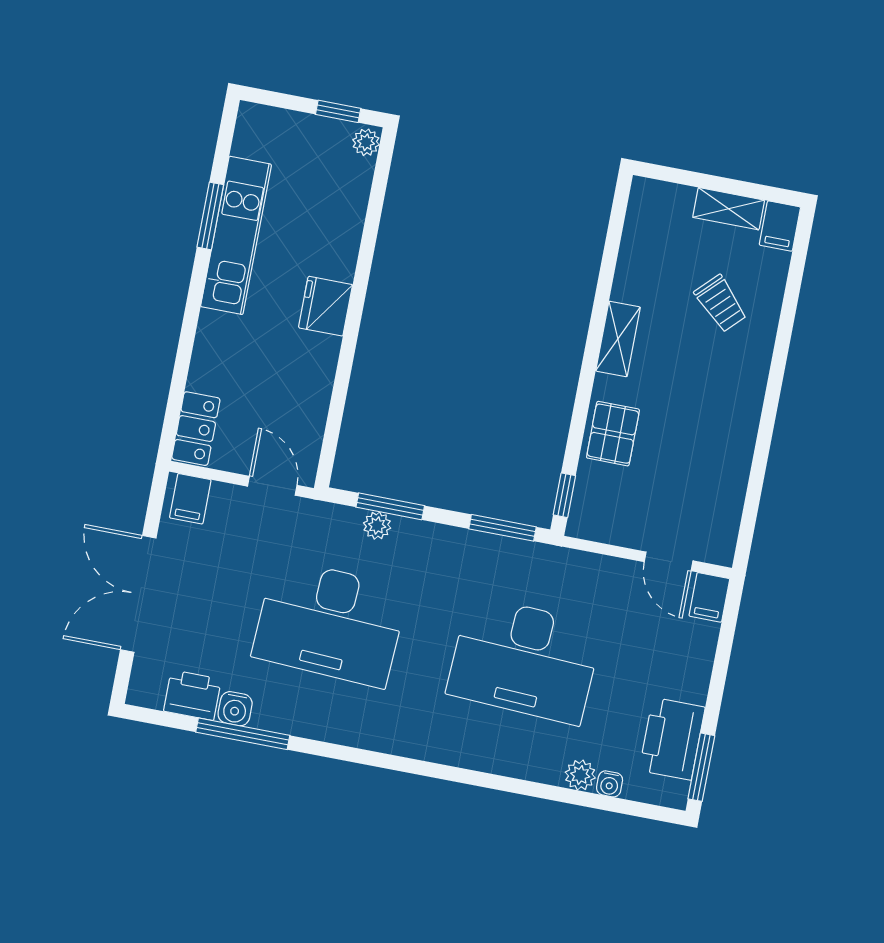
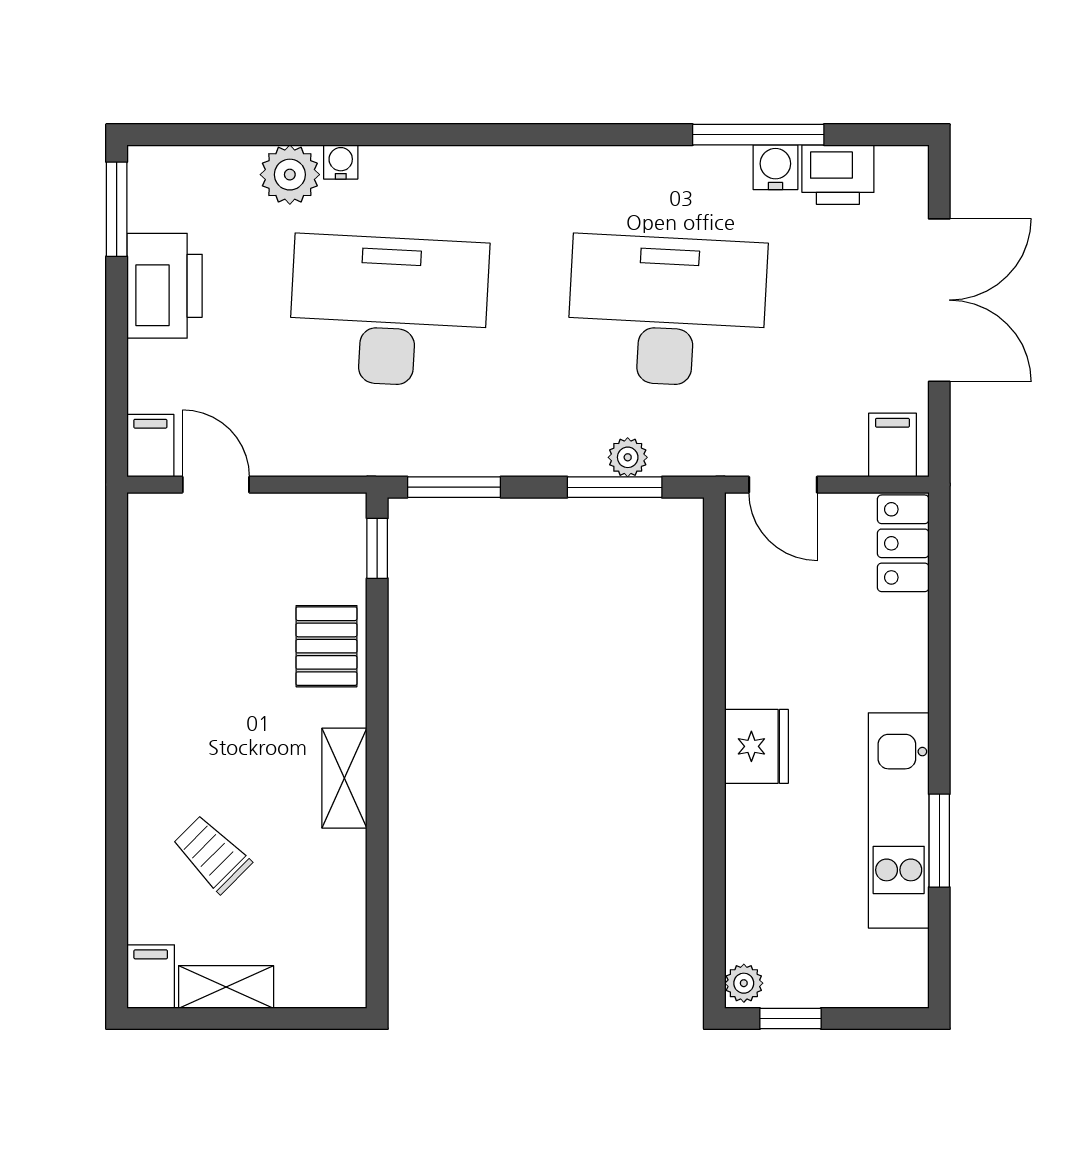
printer: (672, 739) -> (165, 286), moved
plant: (580, 775) -> (290, 175), width x1.38, depth x1.38
water cooler: (610, 784) -> (341, 162), moved

